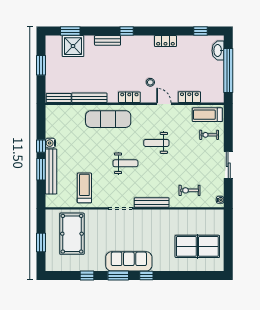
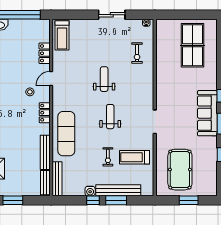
exercise bike: (209, 135) -> (108, 157), moved
weight bench: (156, 143) -> (104, 79), moved, turned 180
bench: (152, 202) -> (57, 179), moved
pool table: (72, 234) -> (180, 170), turned 90

